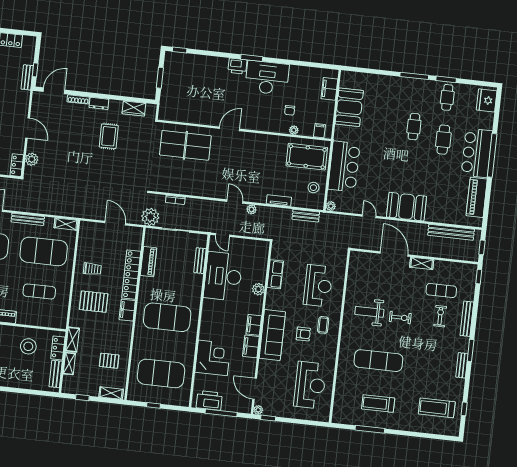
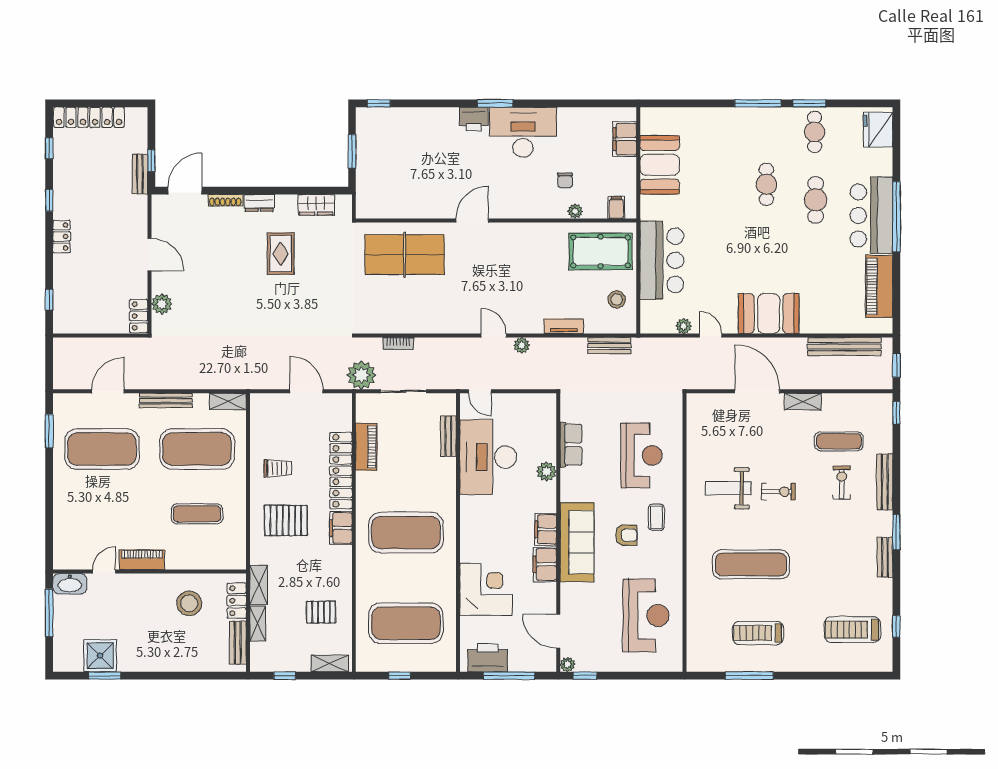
plant: (331, 206) -> (684, 326), moved

